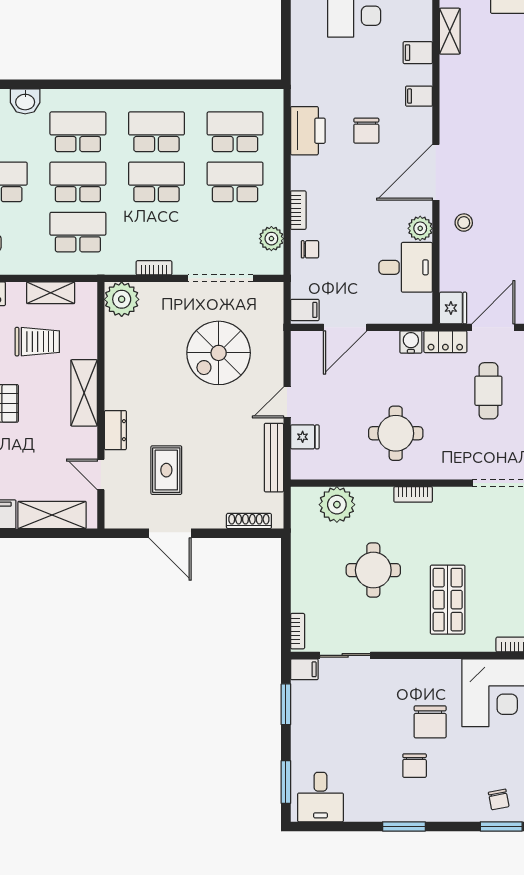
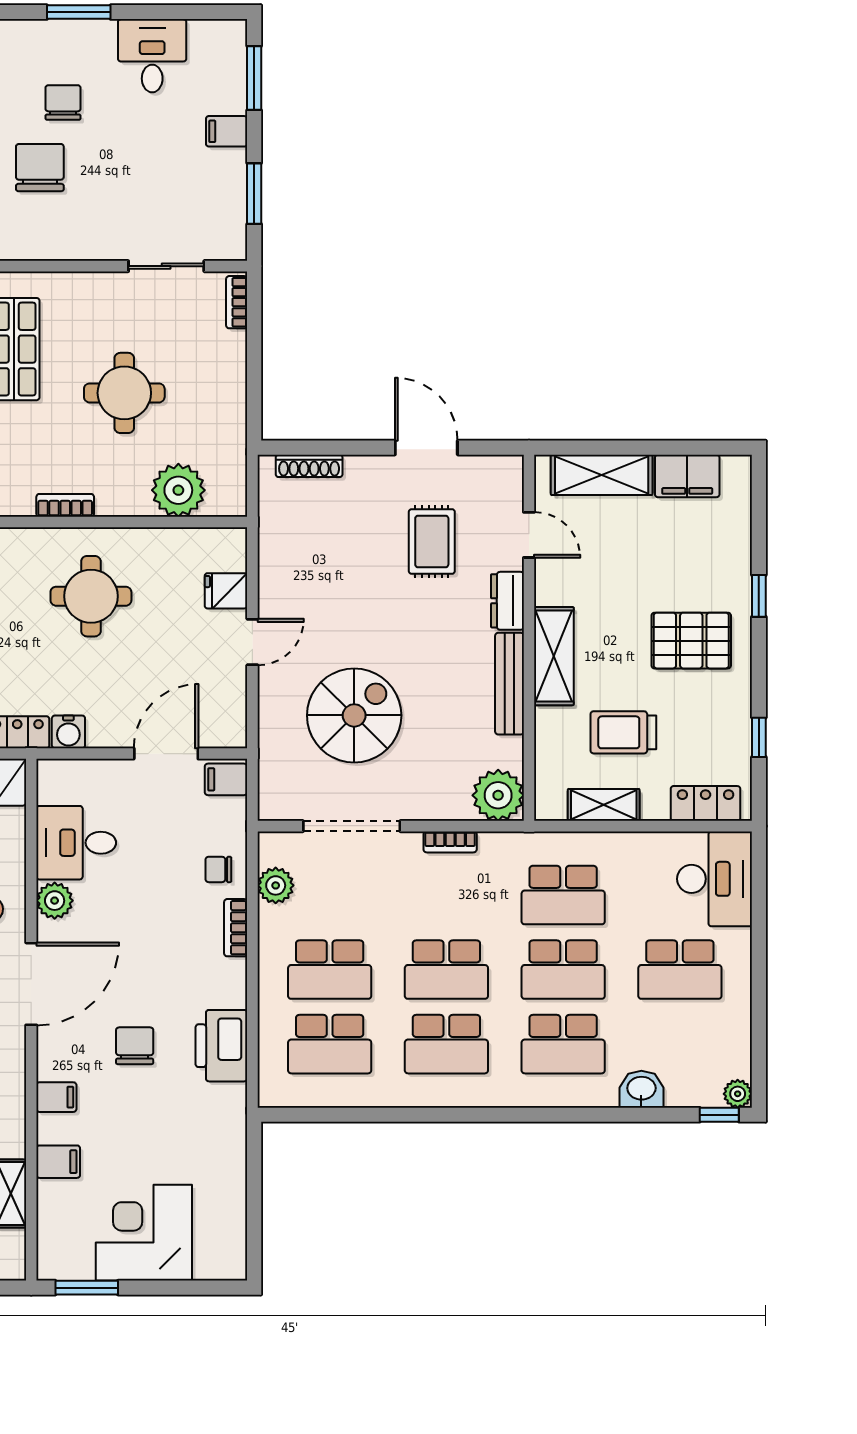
bench: (274, 458) -> (510, 684), moved
filing cabinet: (304, 669) -> (227, 131), moved
desk: (320, 797) -> (152, 56), moved

